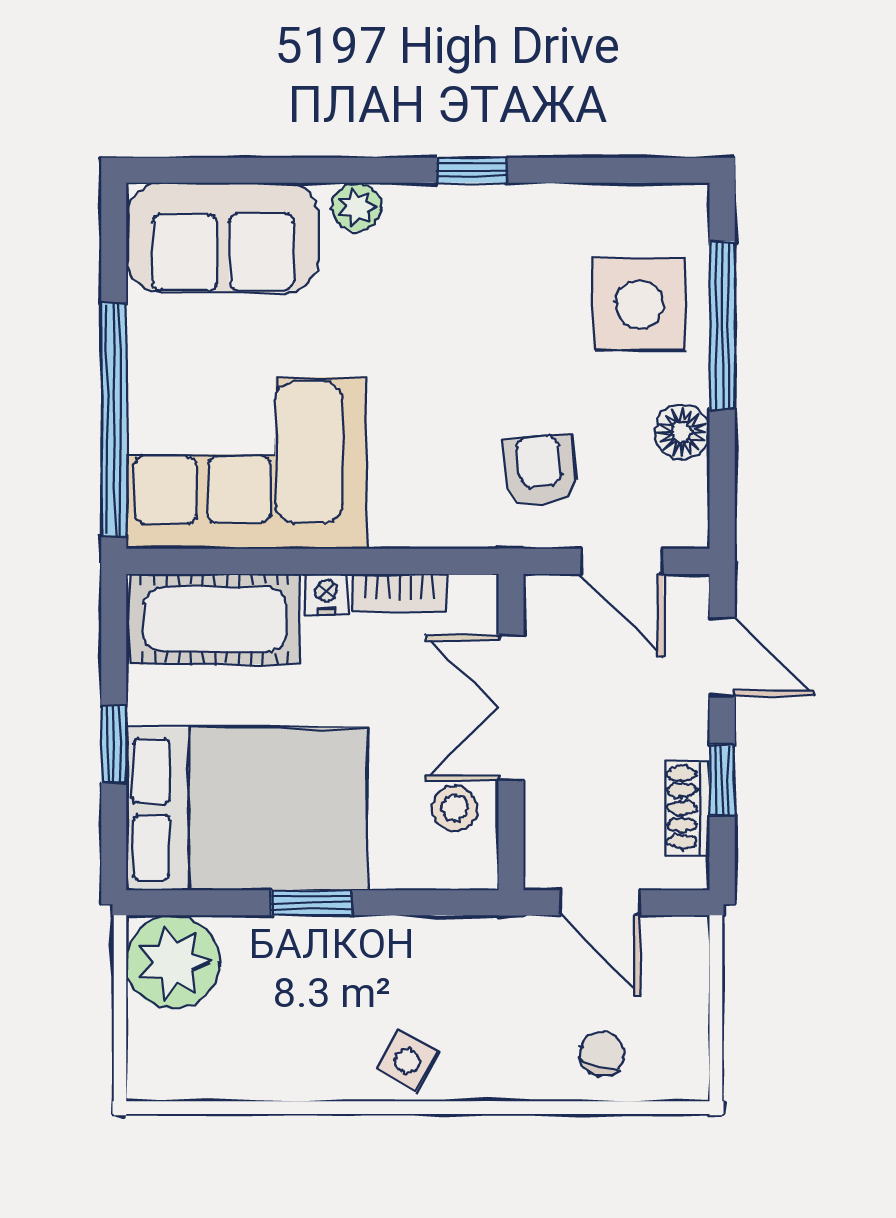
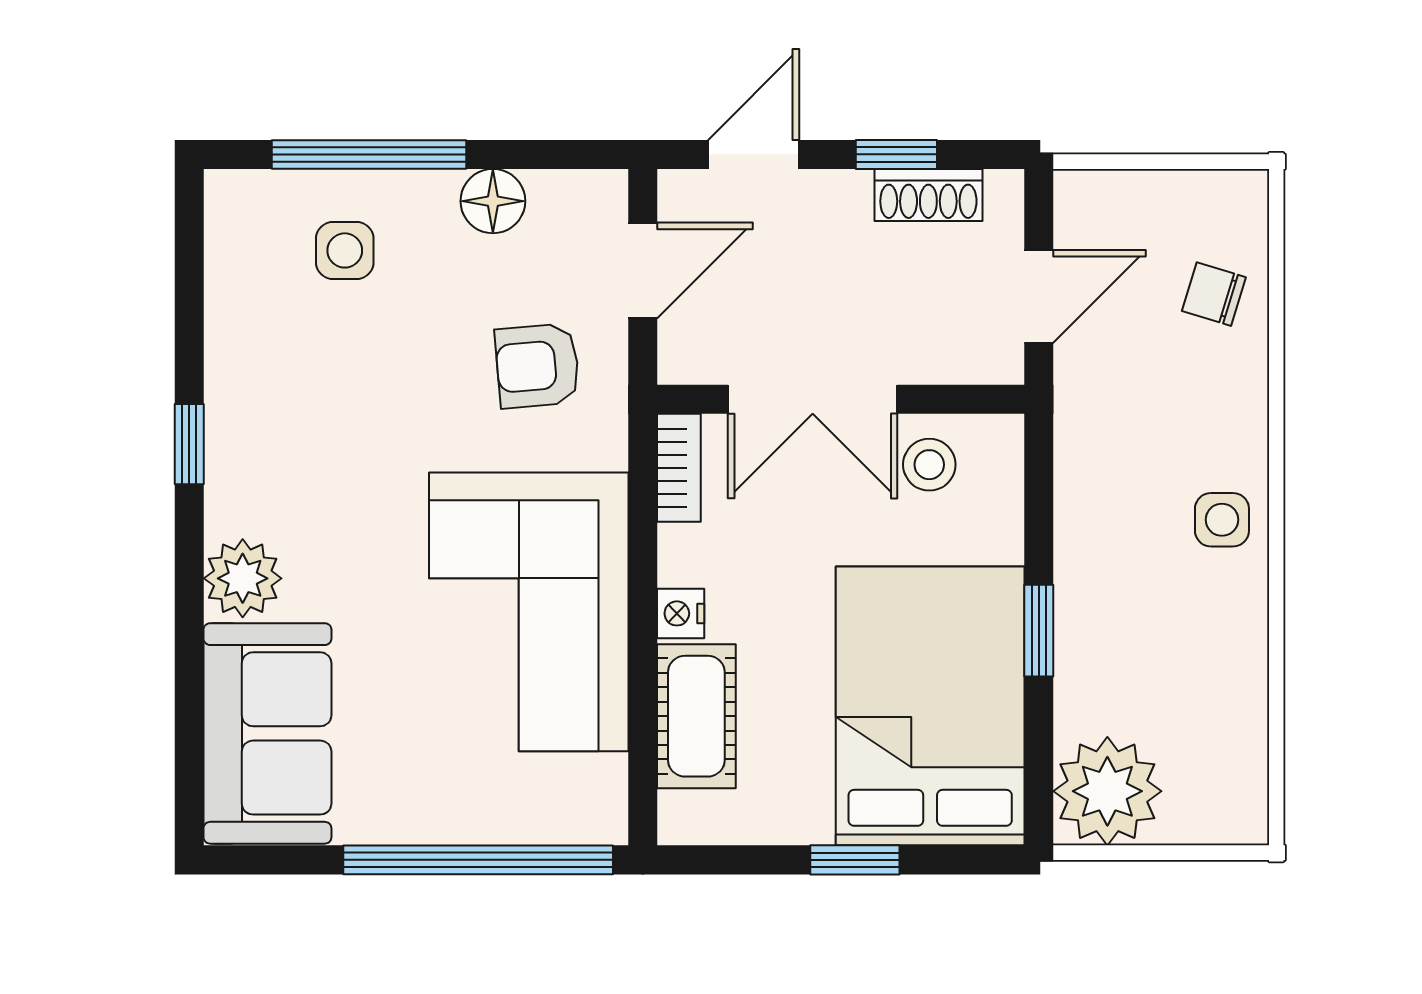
plant: (357, 207) -> (243, 578), width x1.38, depth x1.38
side table: (639, 304) -> (345, 250), width x0.54, depth x0.54
corner sofa: (247, 463) -> (529, 612), moved
bookcase: (399, 592) -> (679, 468), moved
cot: (215, 619) -> (696, 716), width x0.73, depth x0.75
side table: (407, 1061) -> (1222, 520), turned -30

